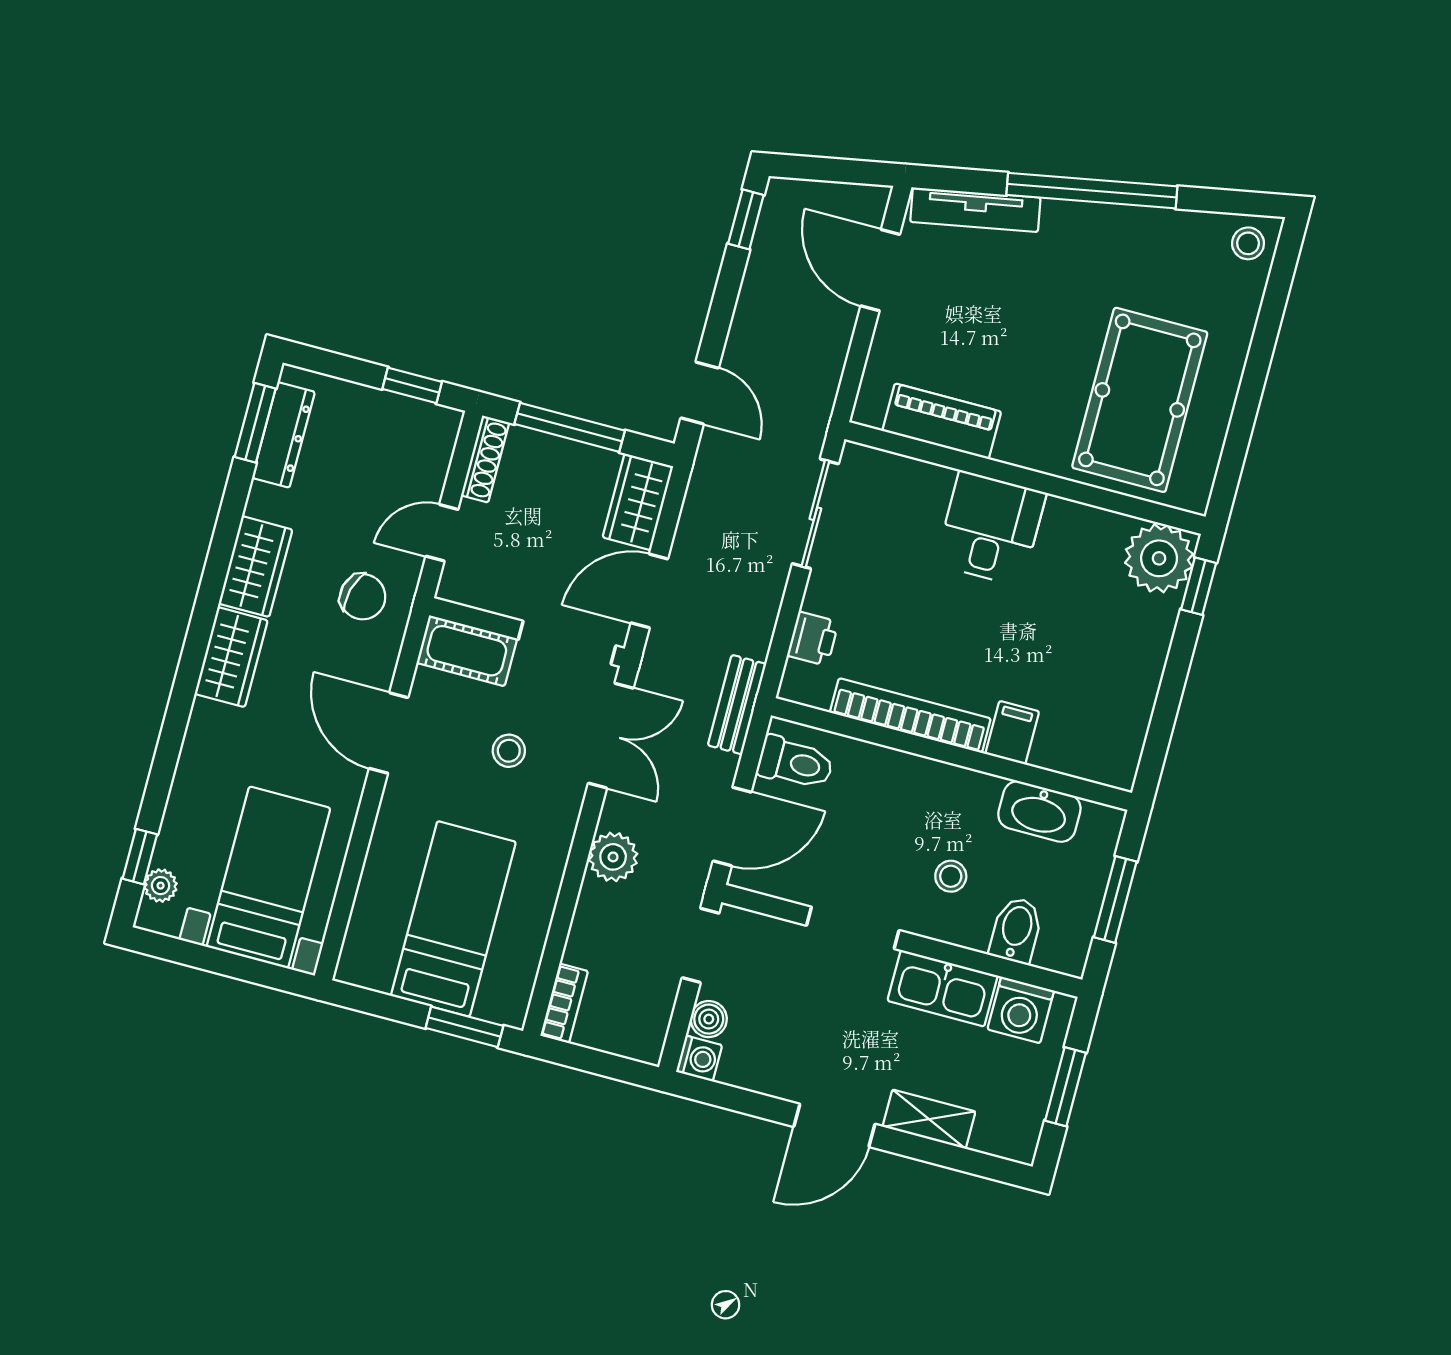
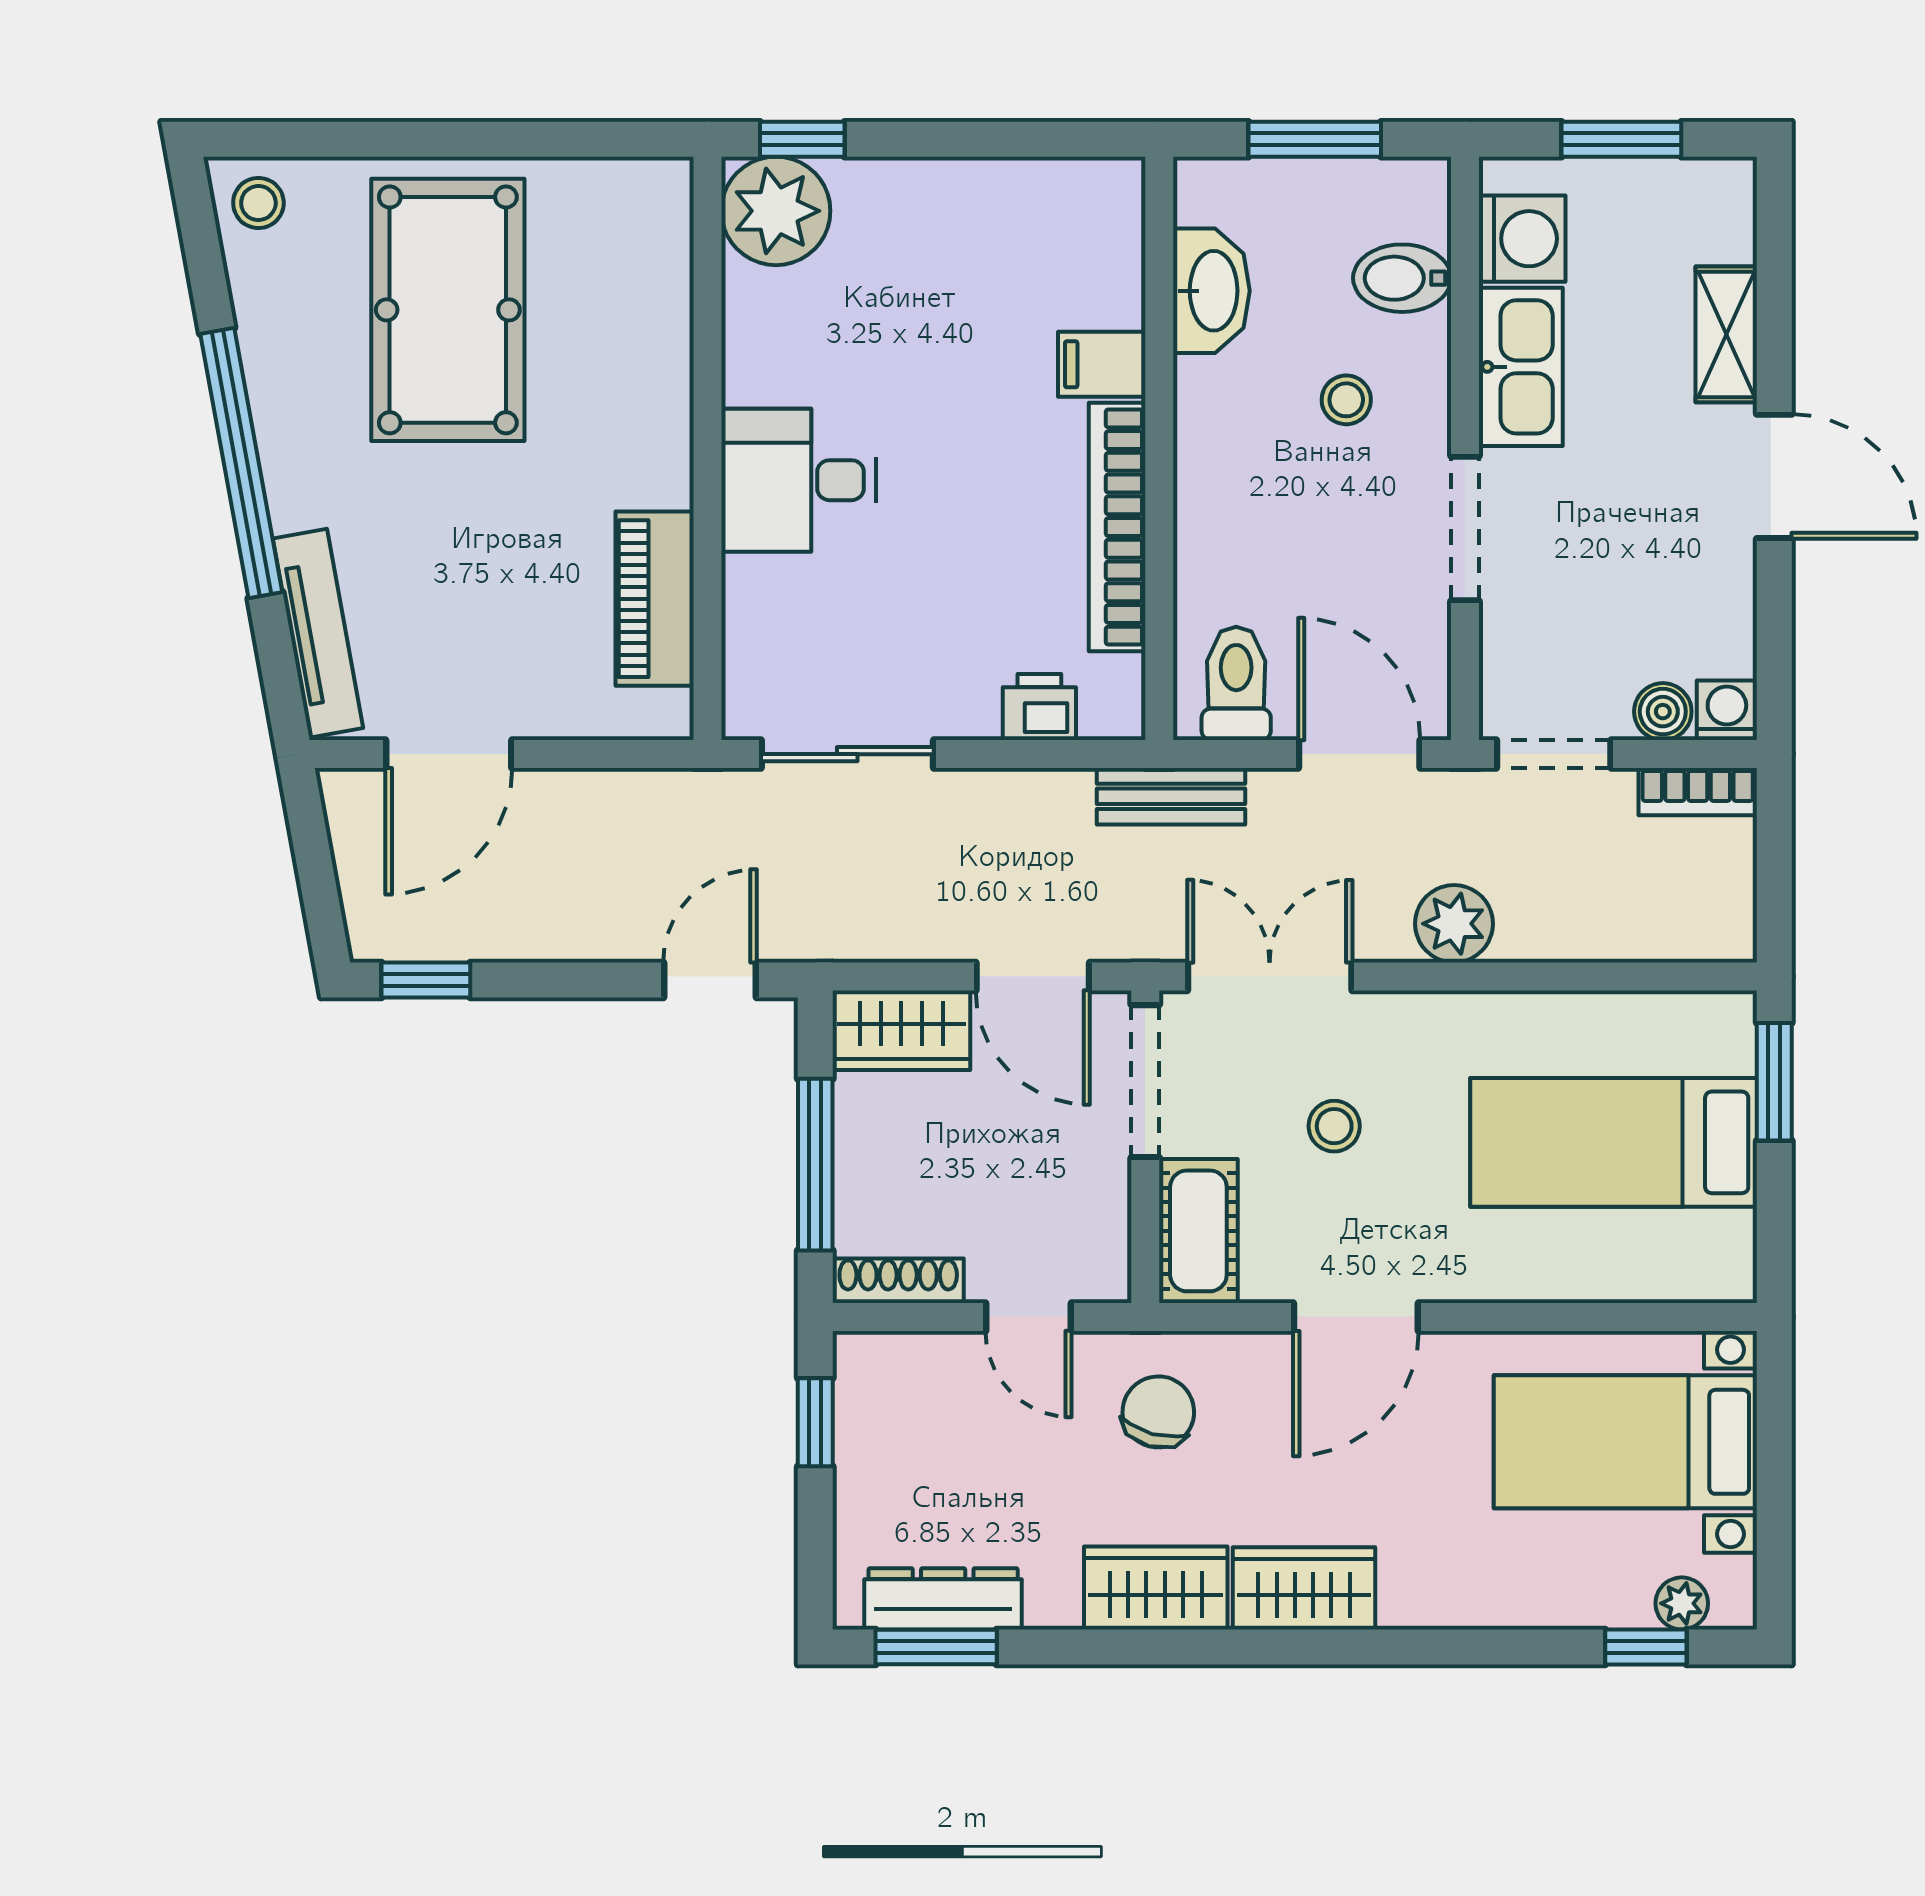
pool table: (1140, 400) -> (448, 310), moved, turned 90
bookcase: (564, 1003) -> (1698, 792), moved, turned 180

